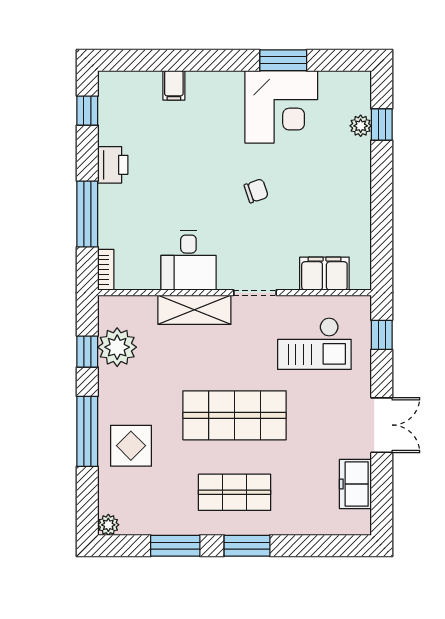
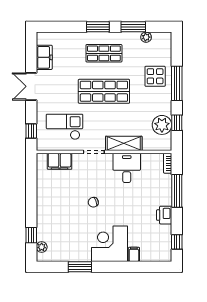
corner desk: (281, 107) -> (110, 244), moved
plant: (361, 126) -> (42, 247), moved
plant: (108, 525) -> (146, 37), moved

